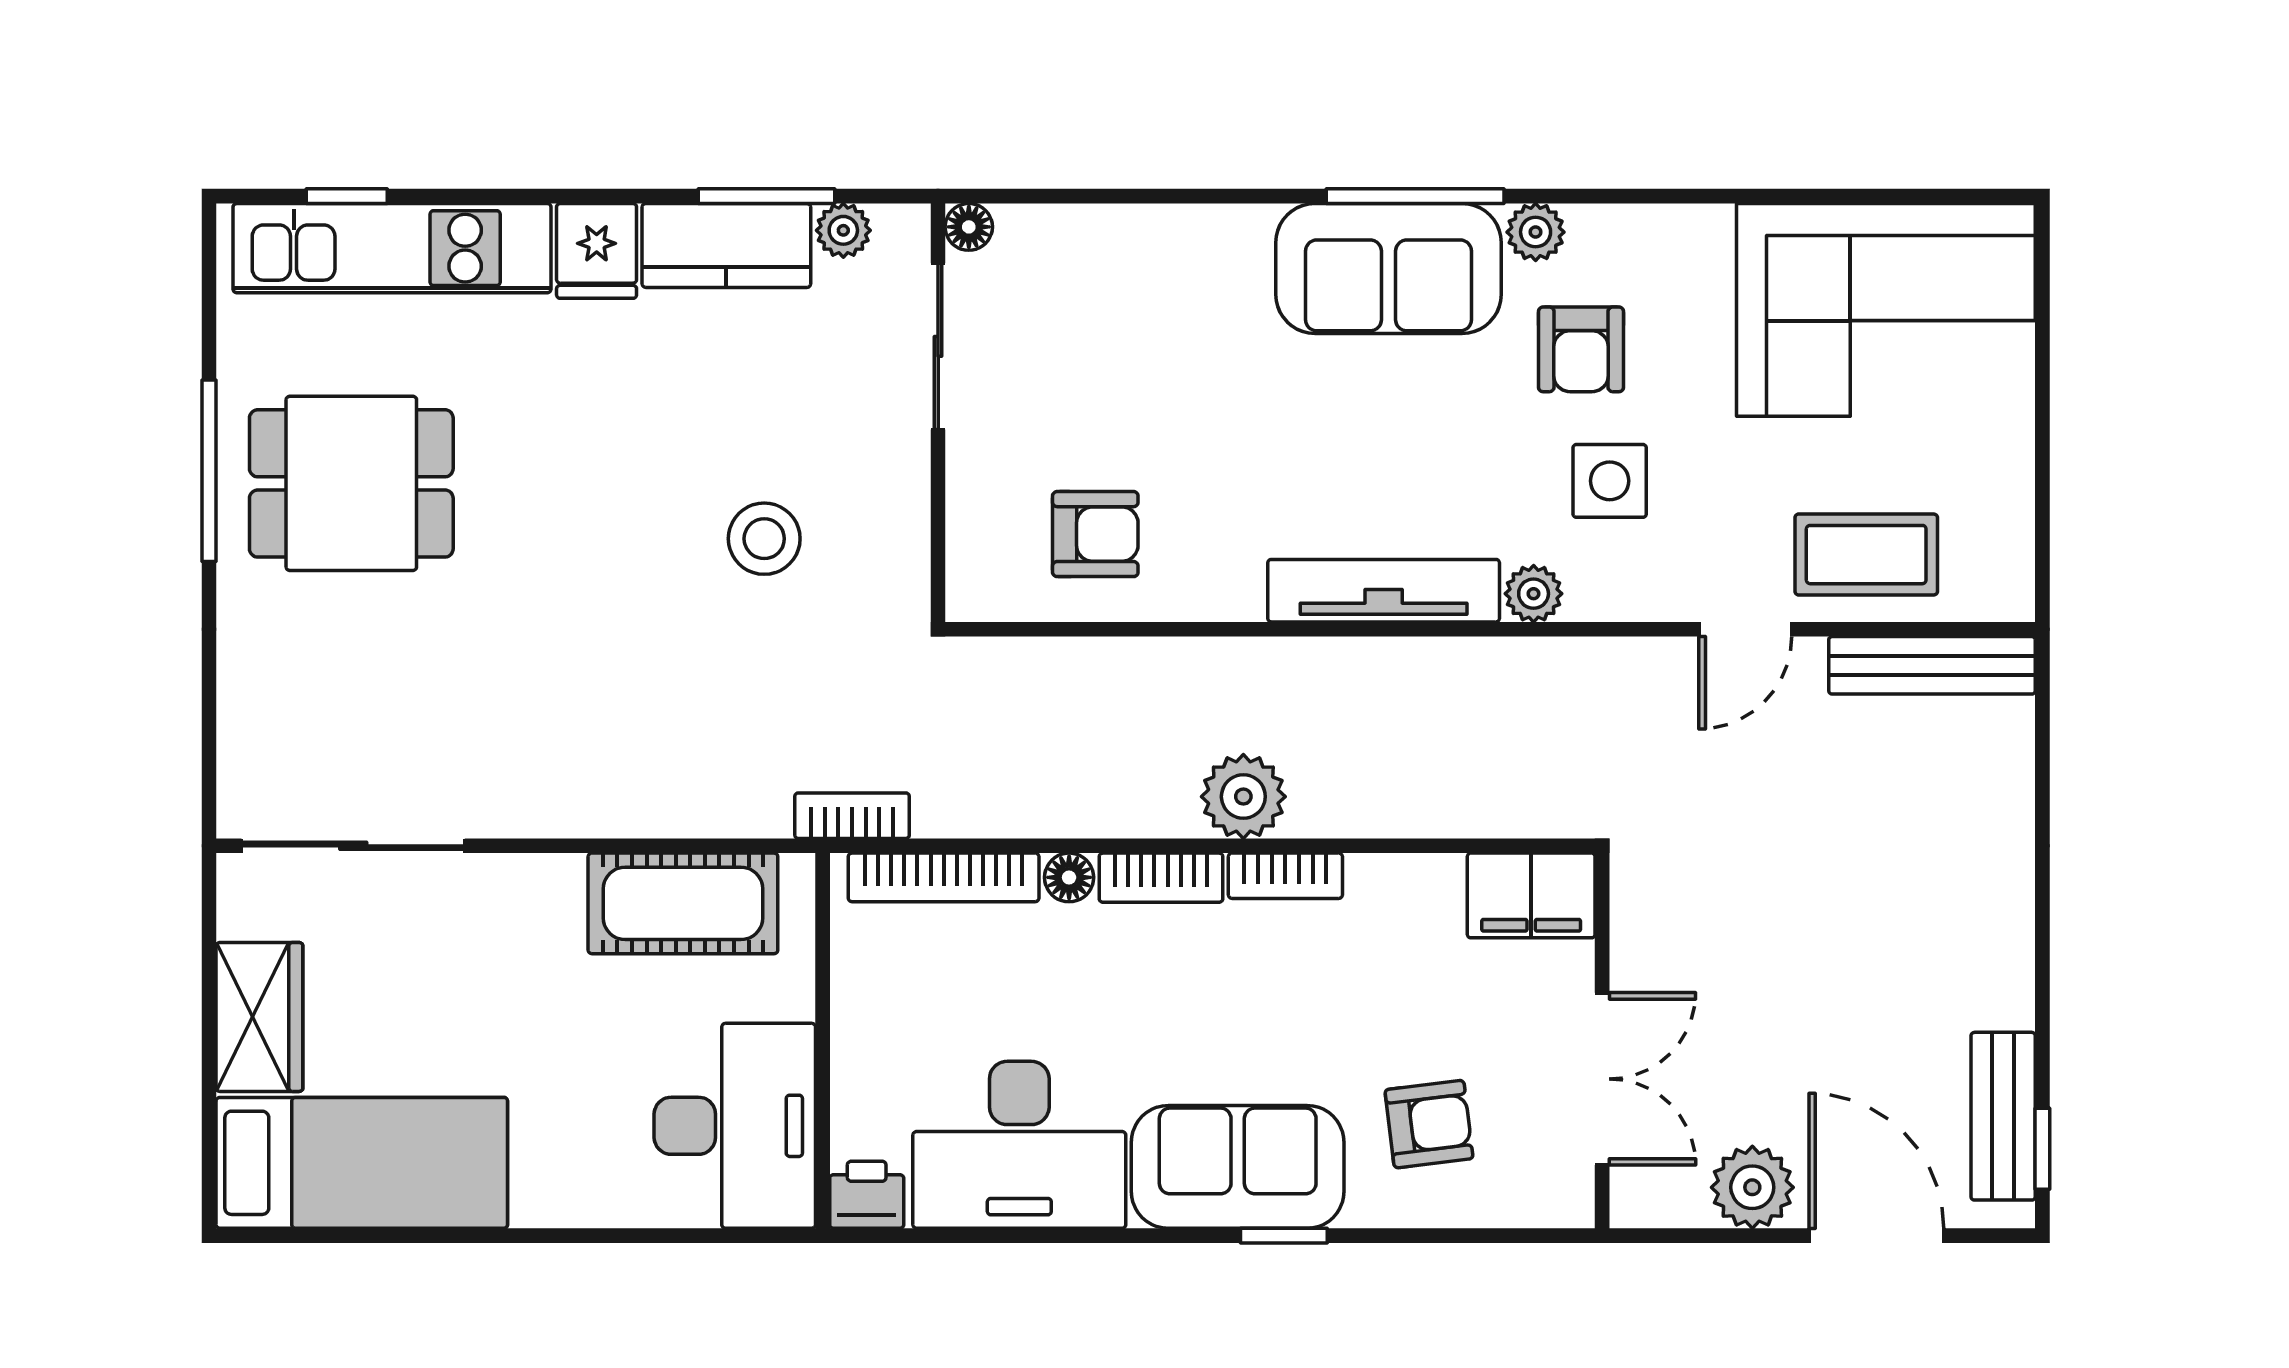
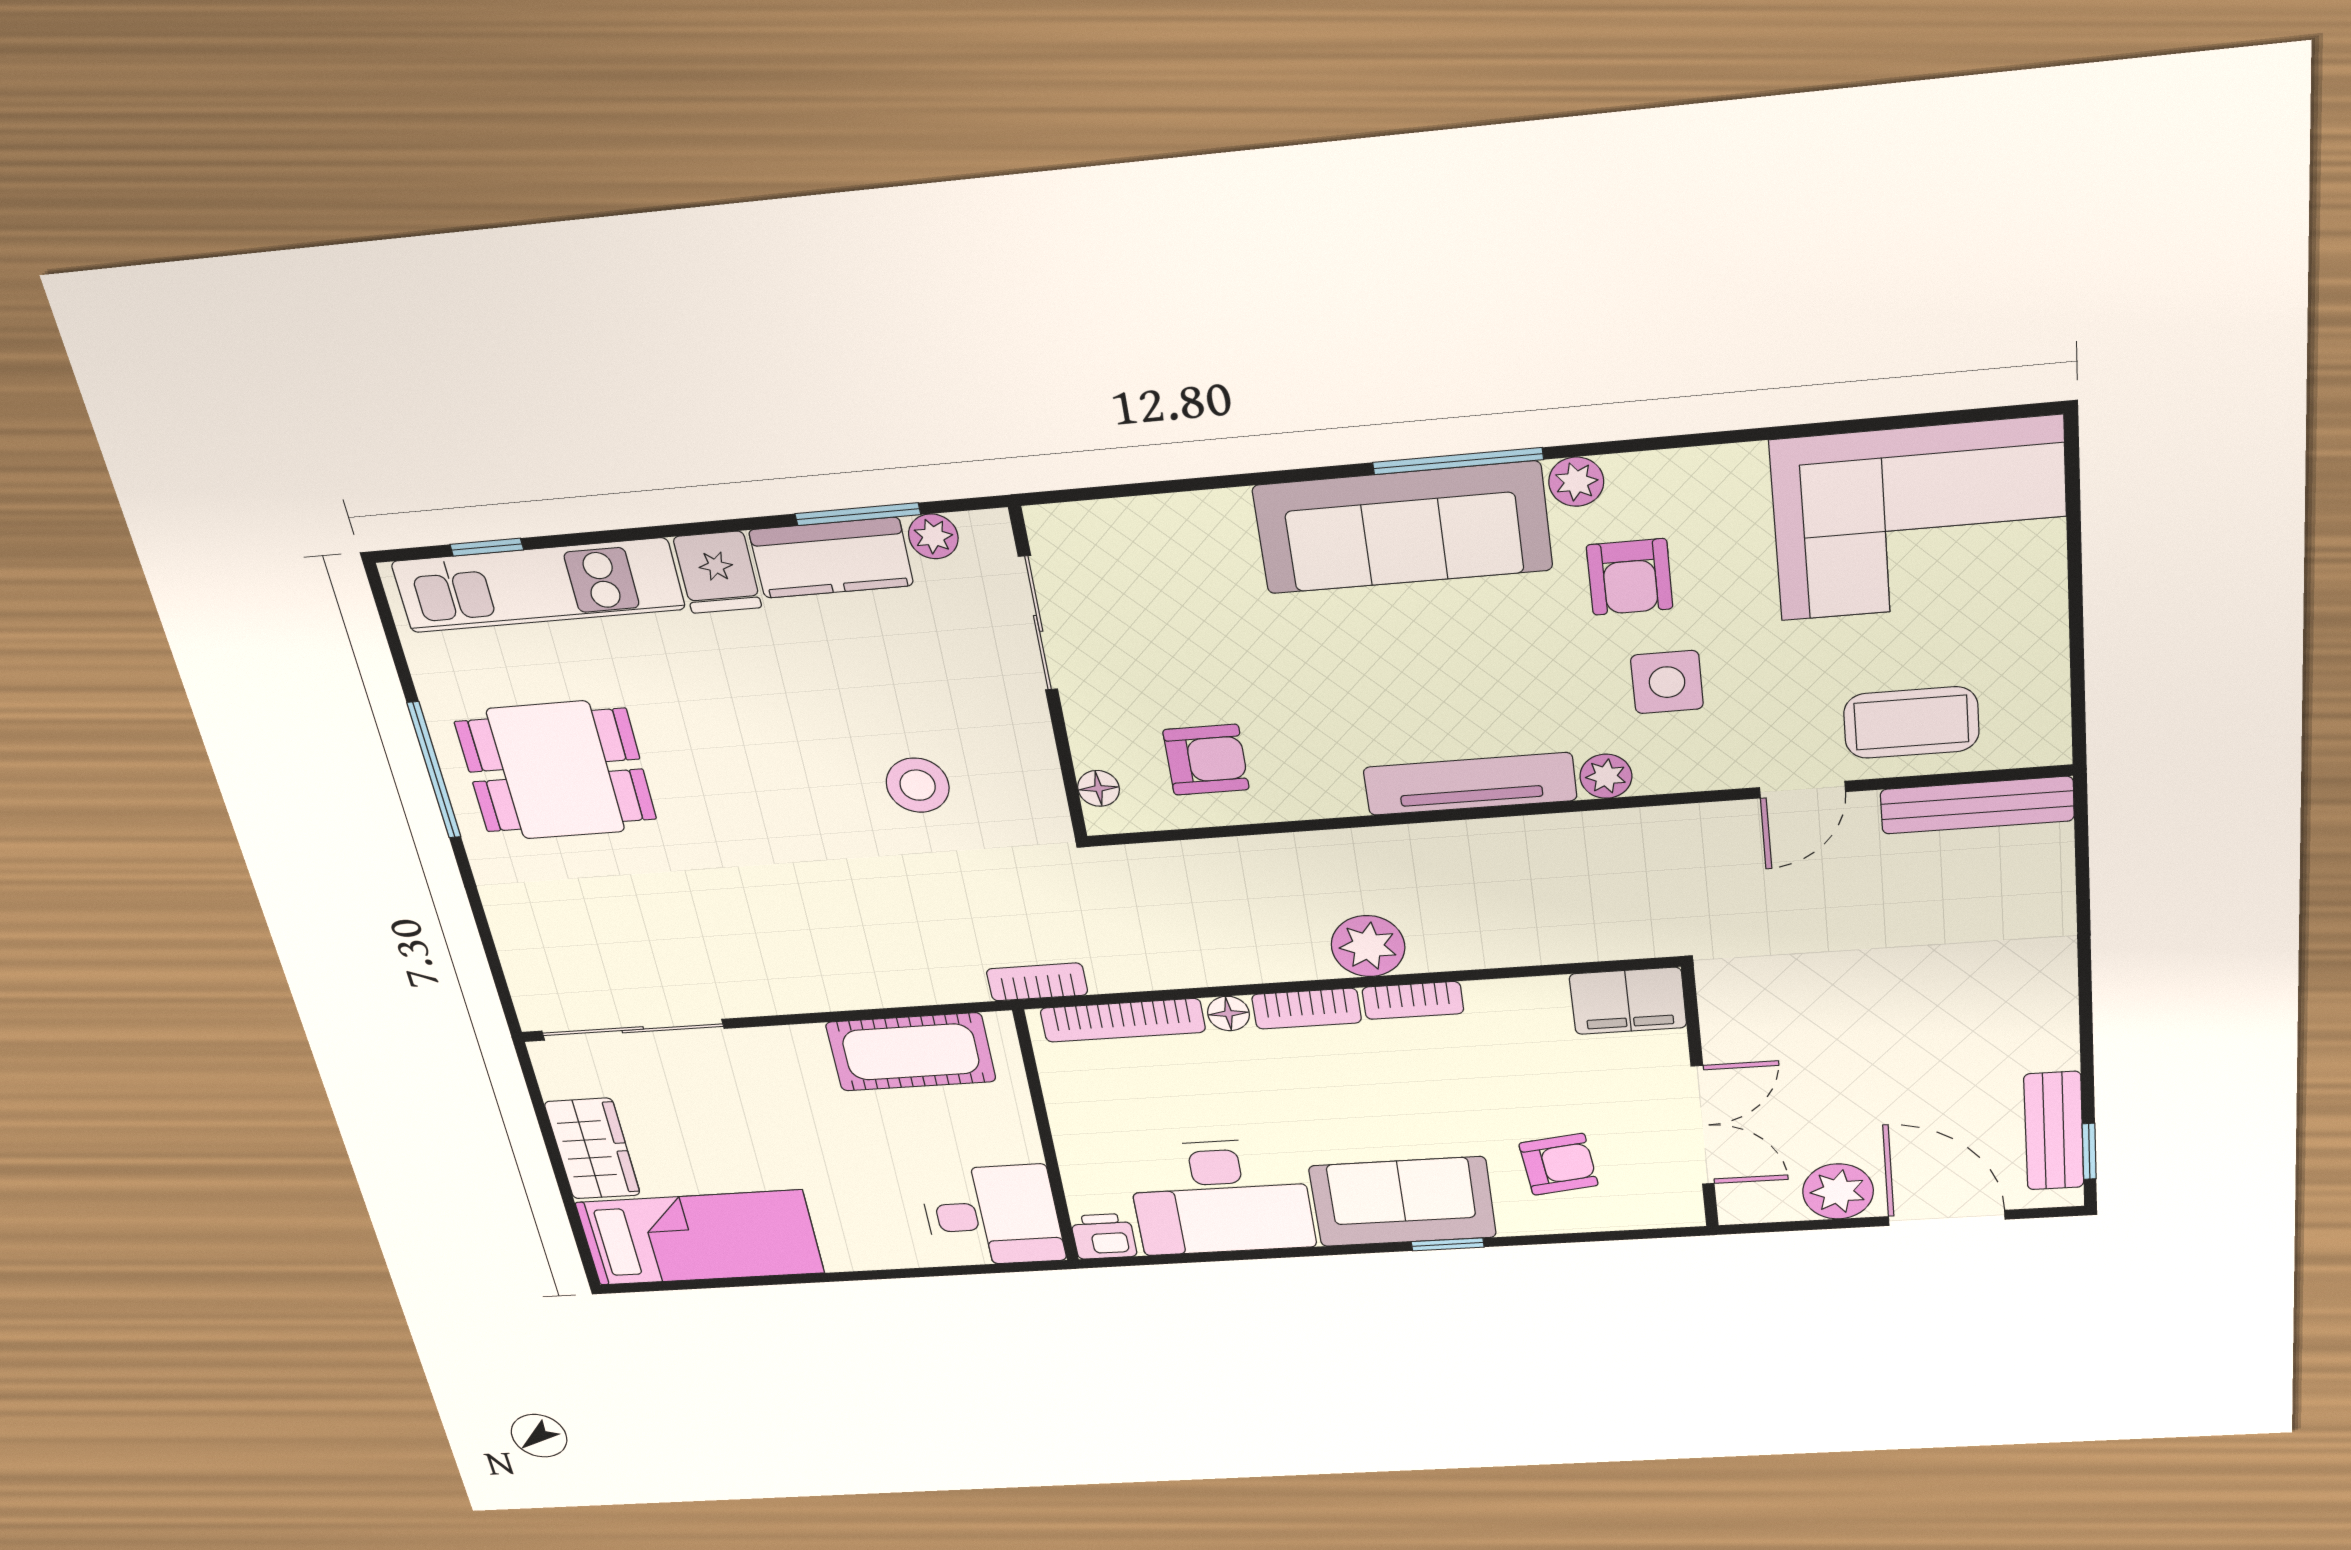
floor lamp: (969, 227) -> (1099, 788), moved
sofa: (1389, 268) -> (1402, 528), width x1.36
desk: (735, 1126) -> (992, 1216), width x0.73

